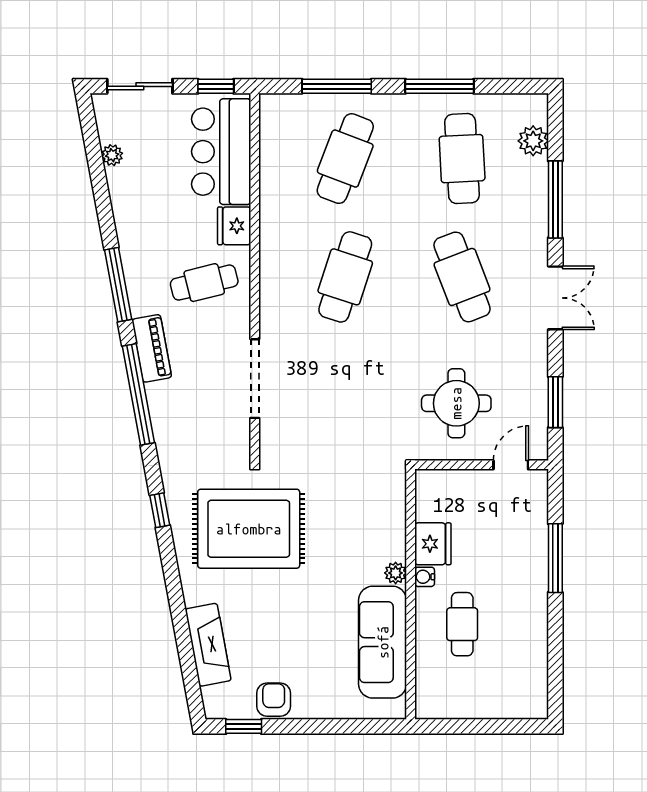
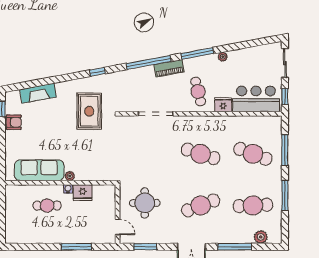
plant: (112, 155) -> (223, 57), moved
rug: (249, 529) -> (89, 111), width x0.73, depth x0.69

